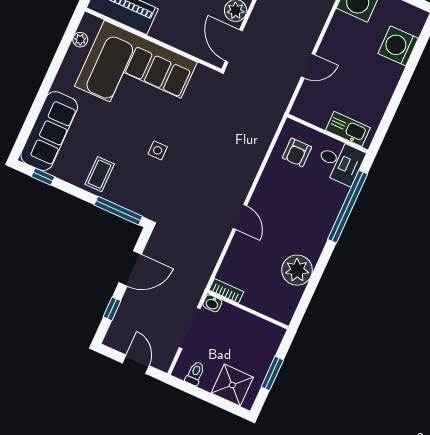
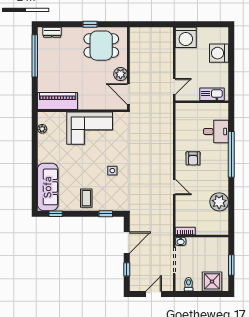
corner sofa: (136, 74) -> (90, 128), width x0.73, depth x0.74
kitchen sink: (348, 129) -> (212, 94), moved
wall: (328, 133) -> (202, 102), moved
armchair: (297, 152) -> (193, 158), moved
window: (118, 211) -> (106, 214), width x0.46
door: (136, 364) -> (154, 294), hinge flipped

